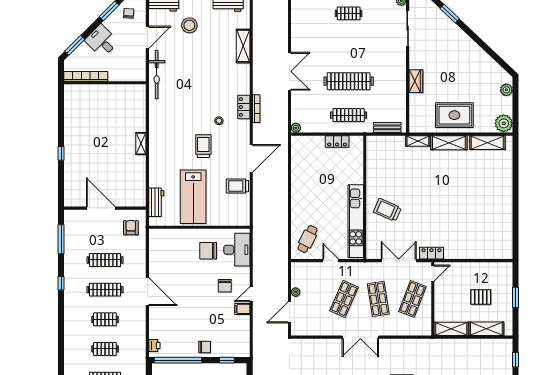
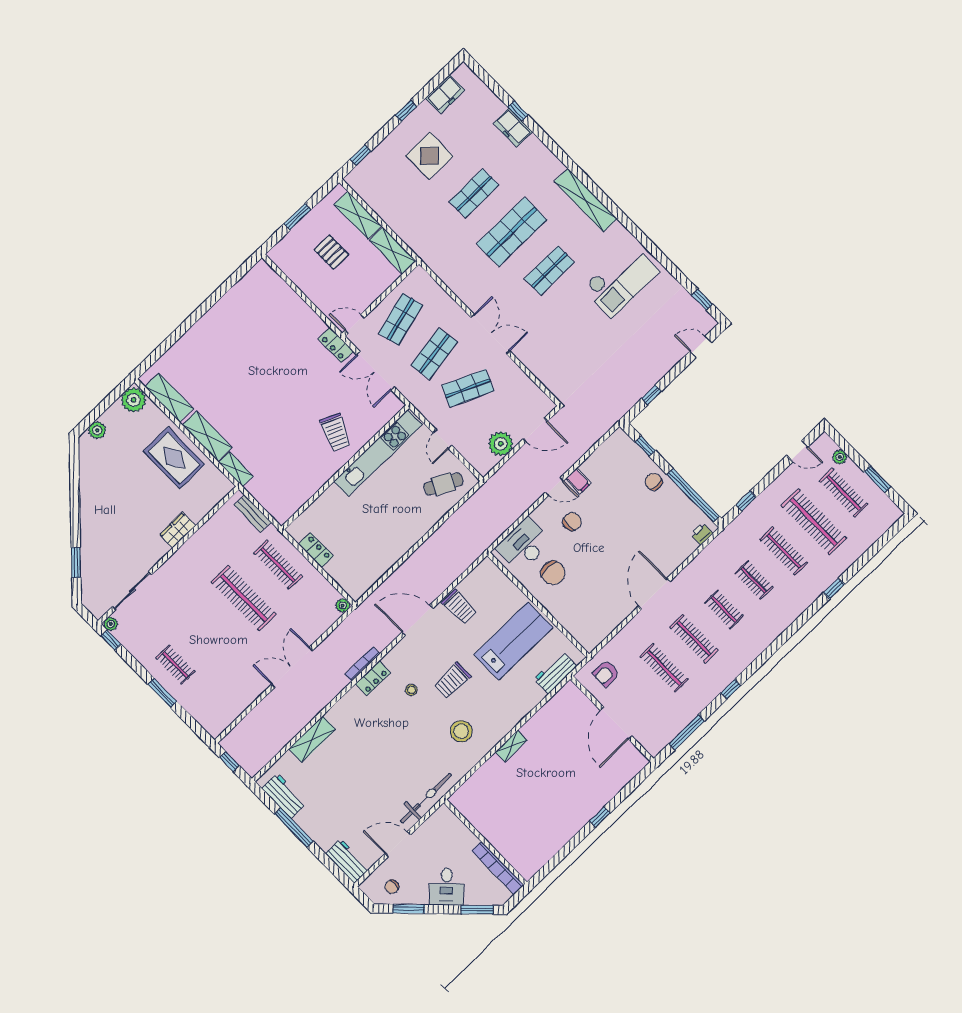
stool: (189, 25) -> (461, 731), moved
plant: (296, 292) -> (501, 444), width x1.88, depth x1.88
shop shelf: (412, 299) -> (401, 319), turned -36

